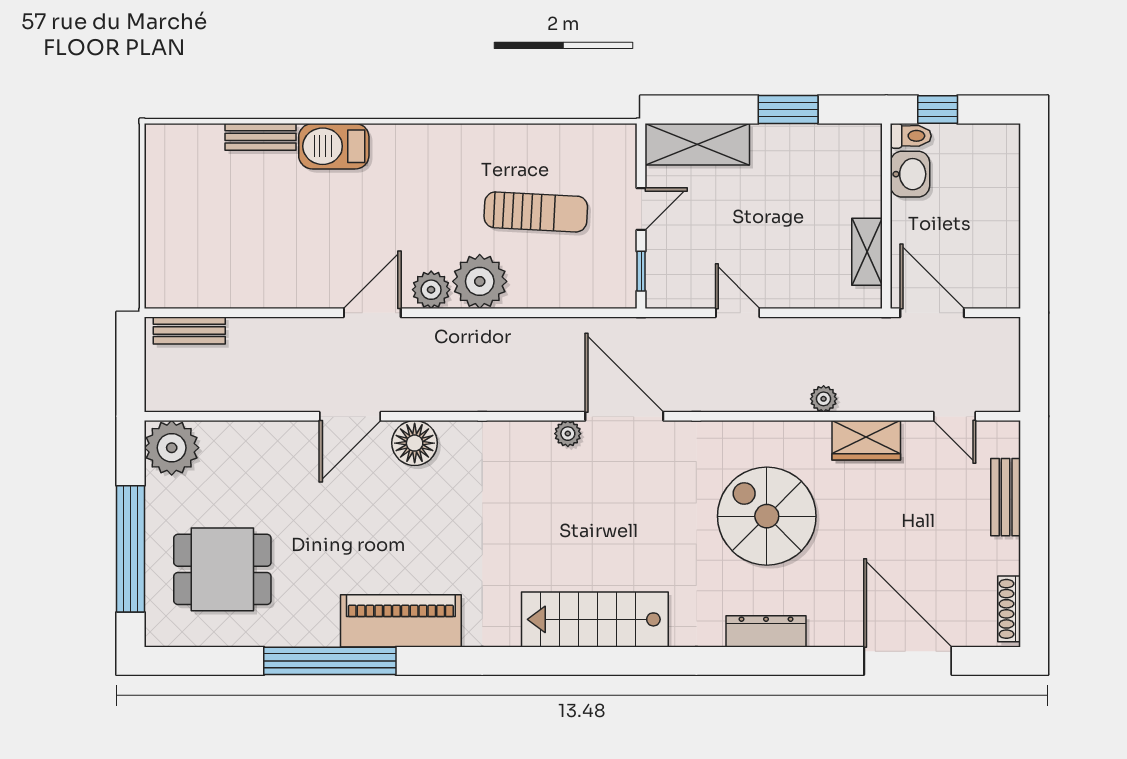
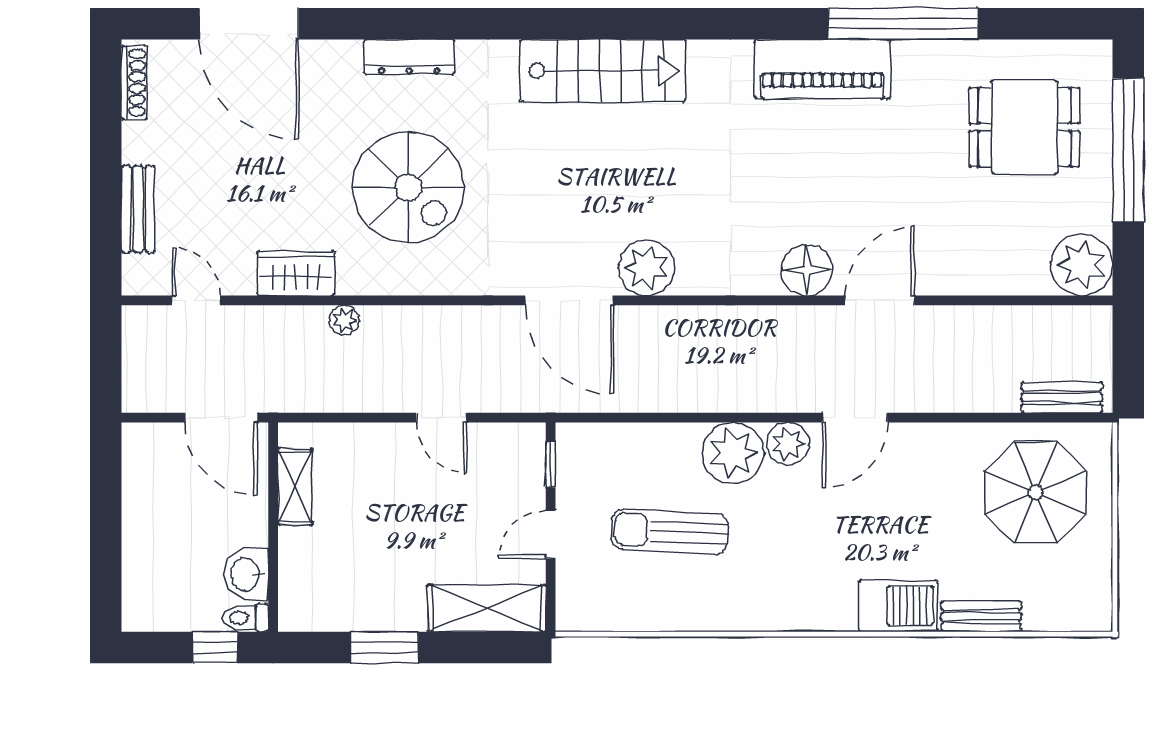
parasol: (212, 246) -> (1035, 492), added
plant: (568, 434) -> (647, 268), width x1.87, depth x1.87

